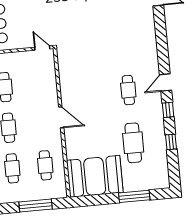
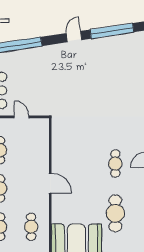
door: (42, 48) -> (22, 117), moved

